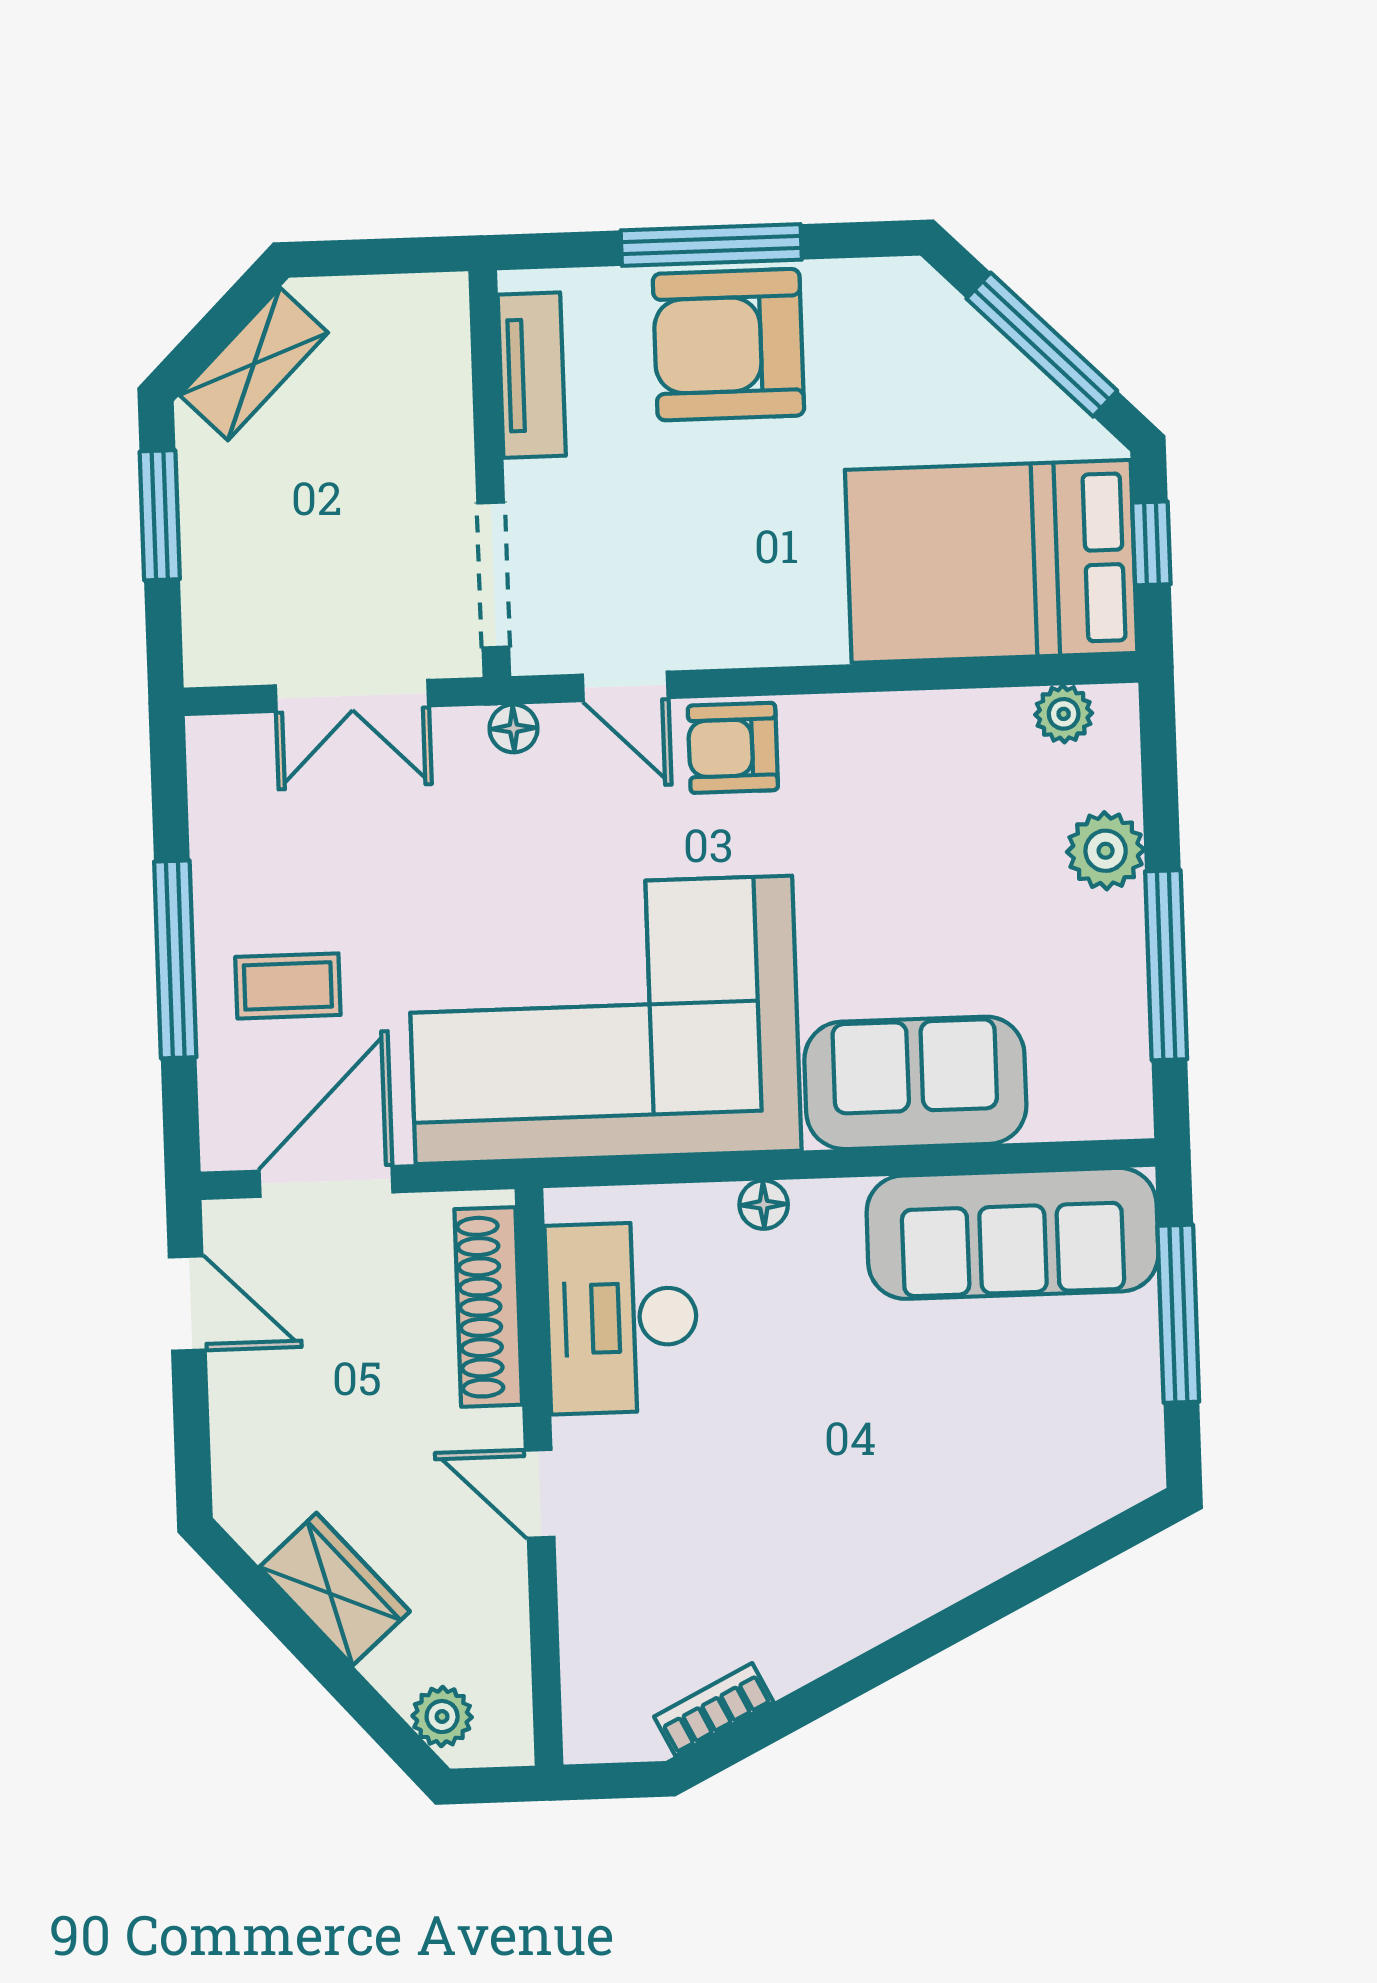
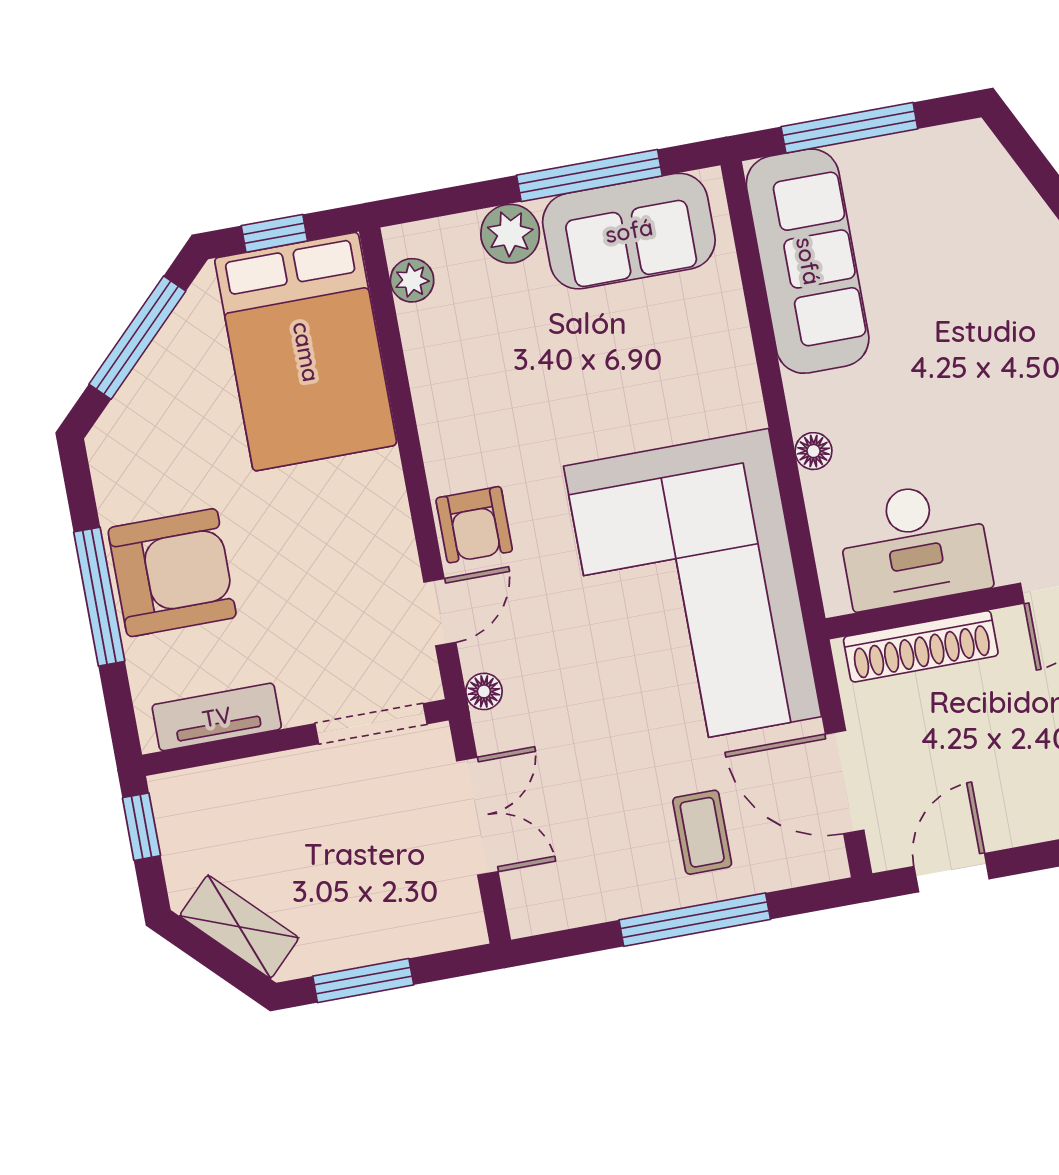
window: (403, 256) -> (141, 827), added
armchair: (728, 345) -> (172, 573), turned -90
sofa: (915, 1083) -> (629, 231), moved, turned -90

